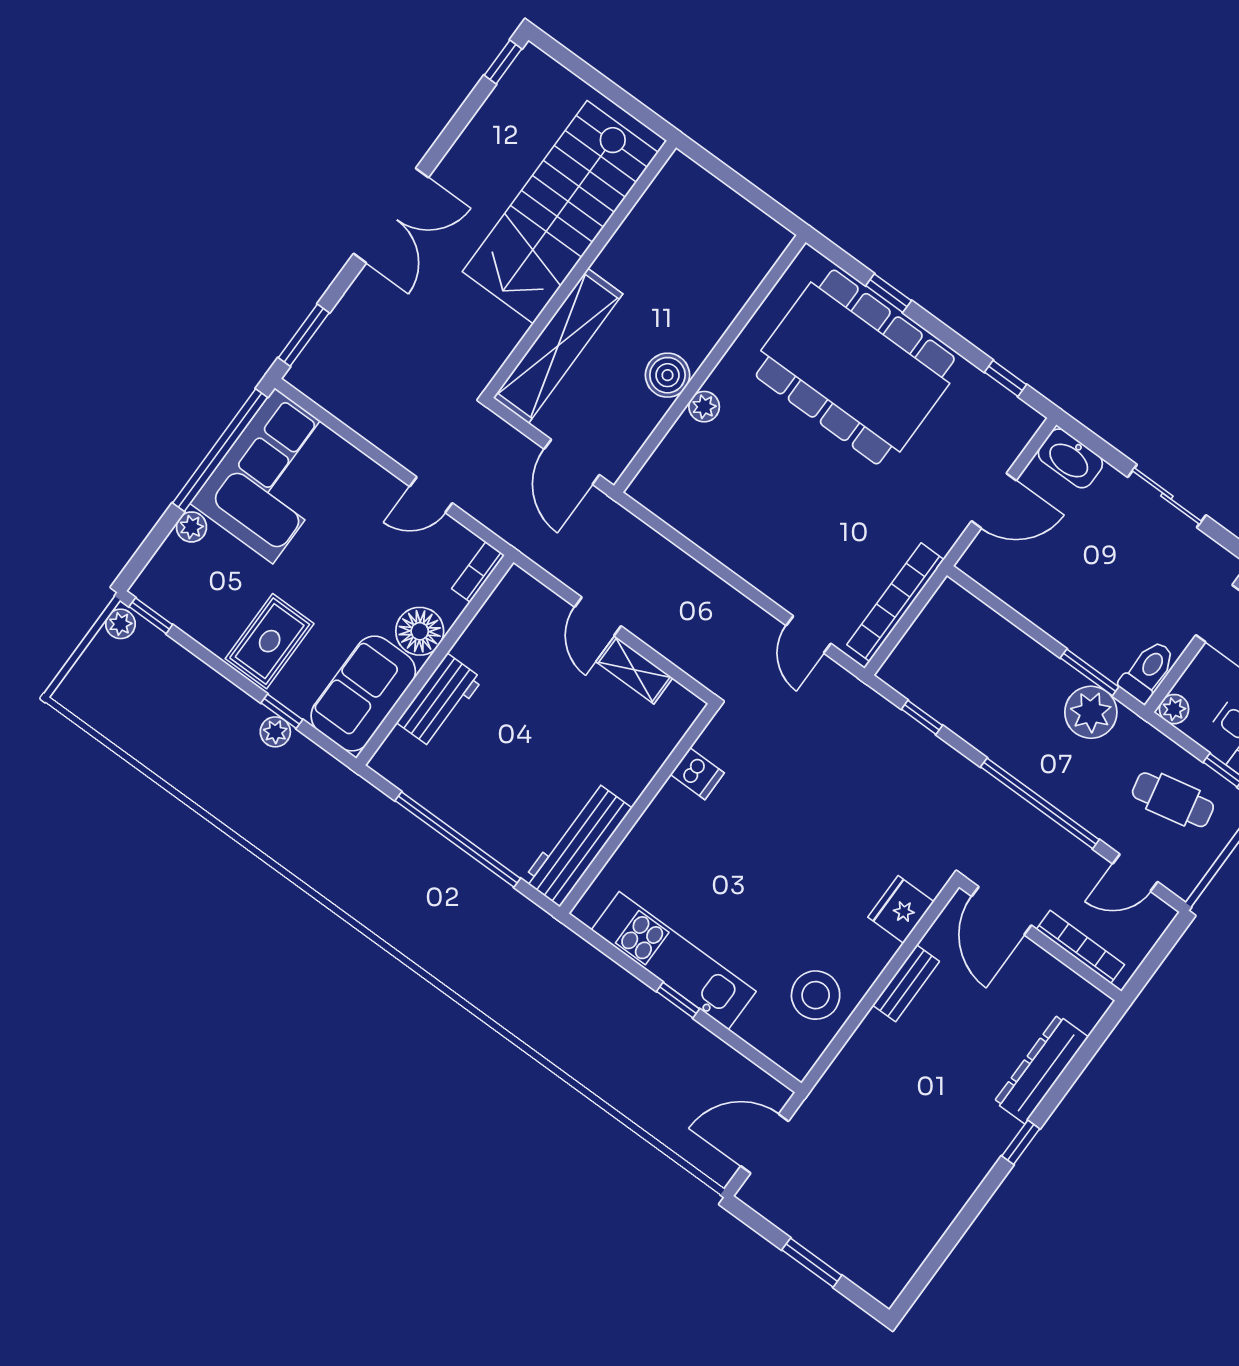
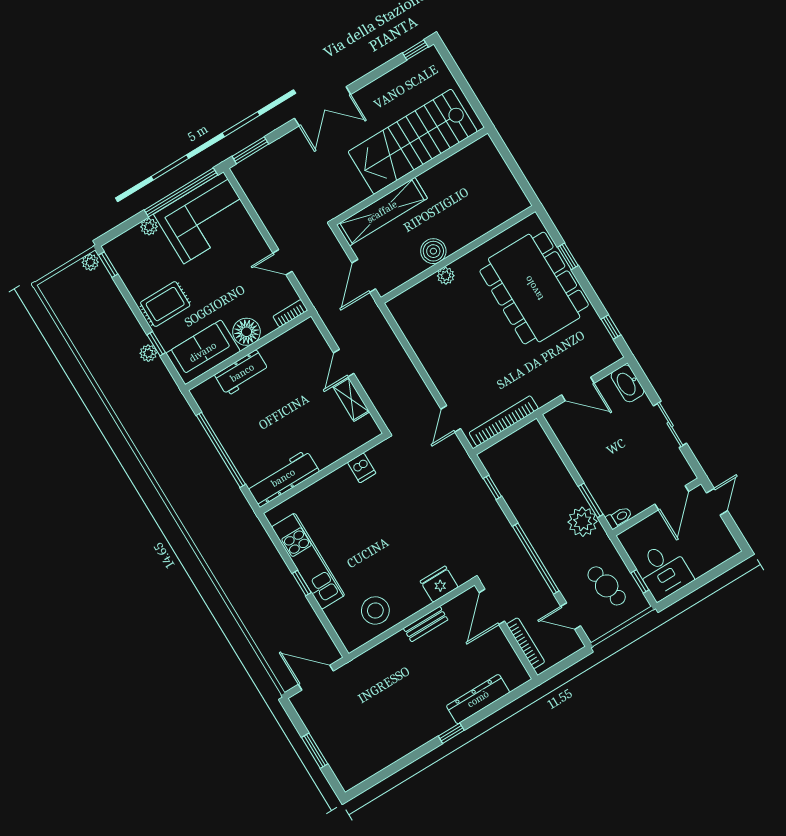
toilet: (1148, 671) -> (619, 517), width x0.73, depth x0.72
plant: (1174, 709) -> (627, 538), removed

